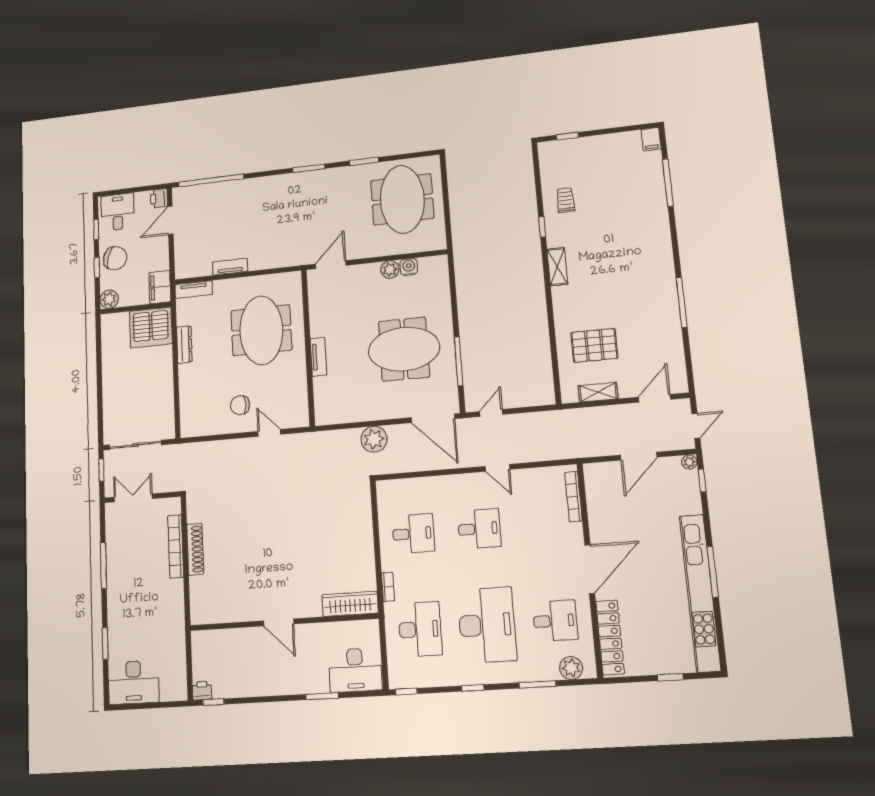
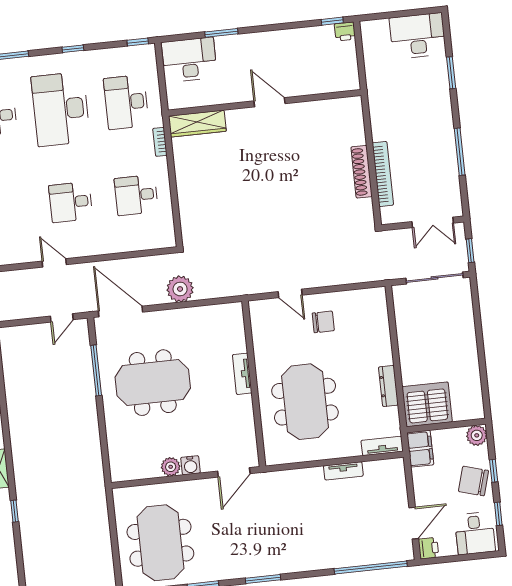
water cooler: (409, 267) -> (190, 465), moved

